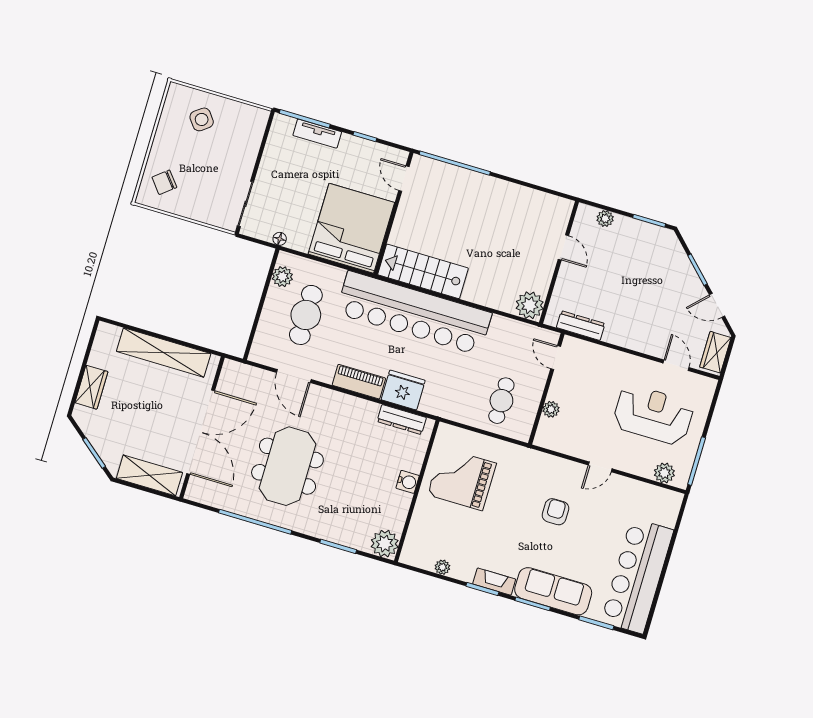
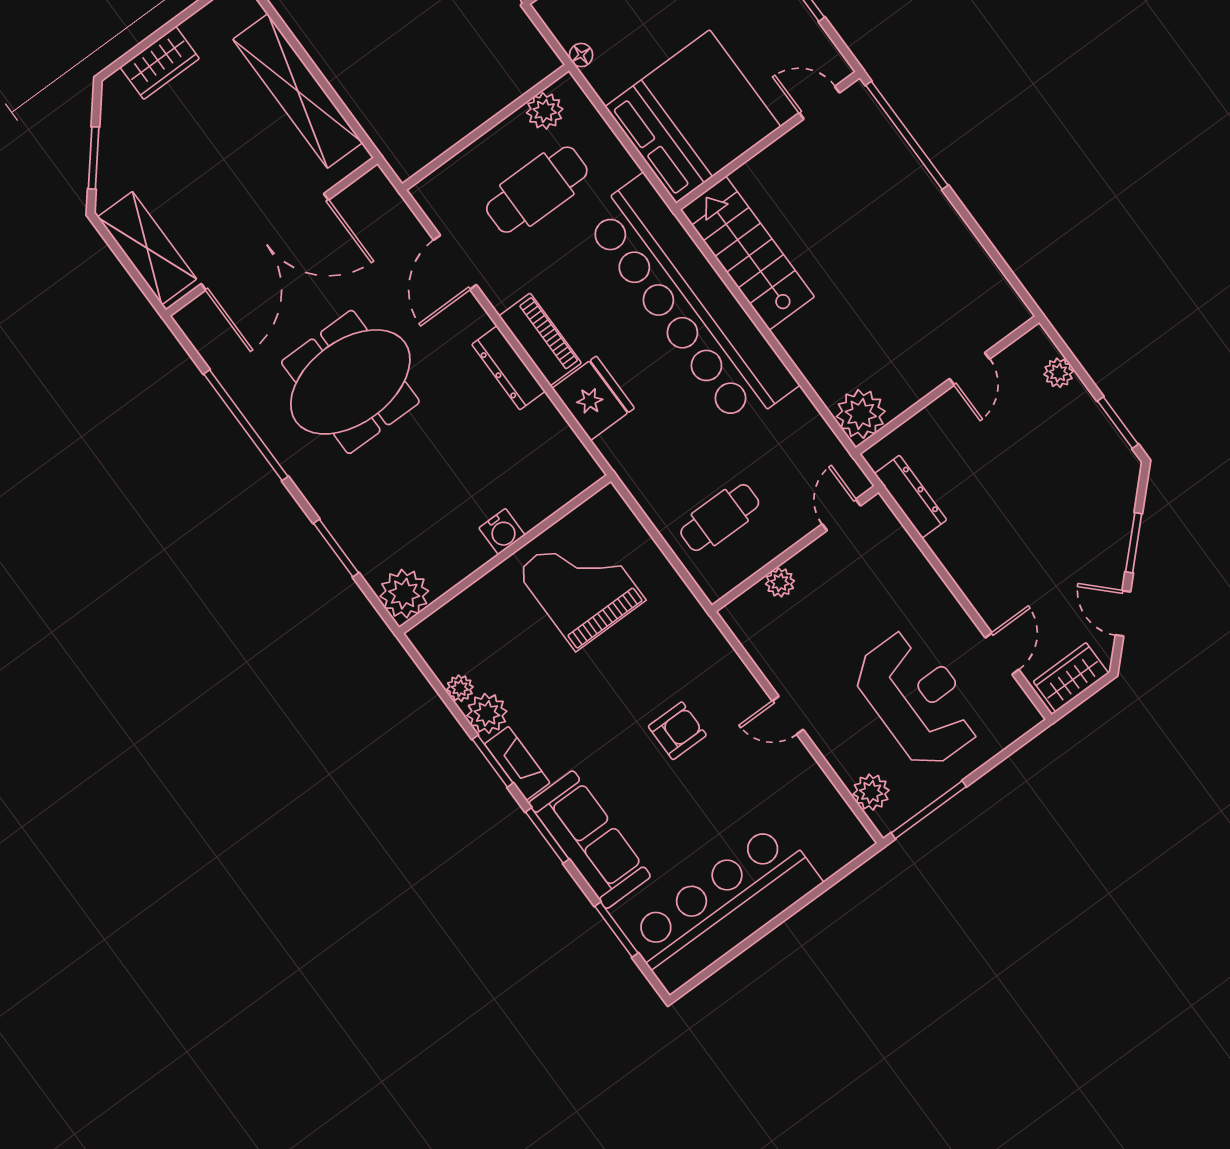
door: (404, 179) -> (819, 103), hinge flipped
dresser: (402, 420) -> (508, 368), moved
plant: (463, 569) -> (487, 713), added

